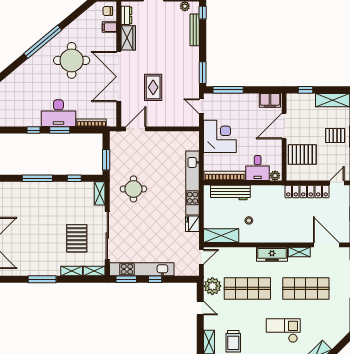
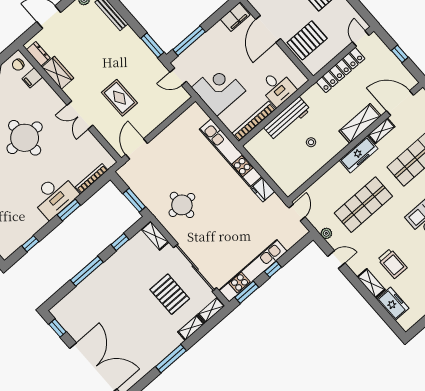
double door: (119, 77) -> (80, 115), width x0.54
window: (34, 130) -> (30, 244), moved
plant: (275, 176) -> (299, 81), removed
workbench: (230, 193) -> (287, 119), moved
shelving: (221, 236) -> (360, 123), moved
plant: (212, 286) -> (326, 233), width x0.53, depth x0.53

